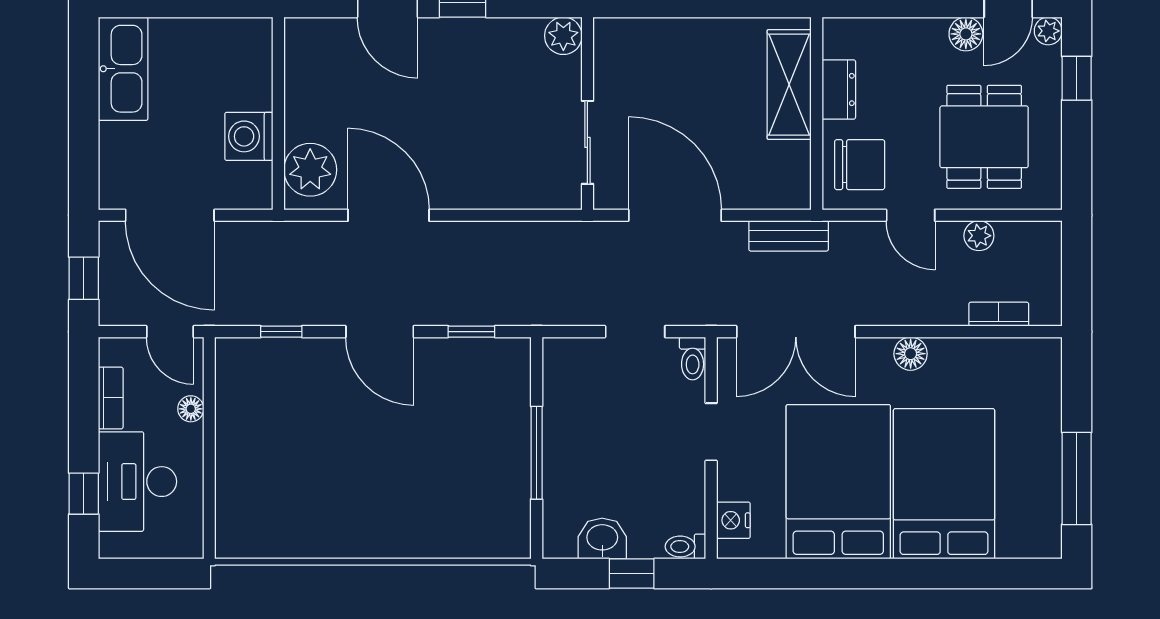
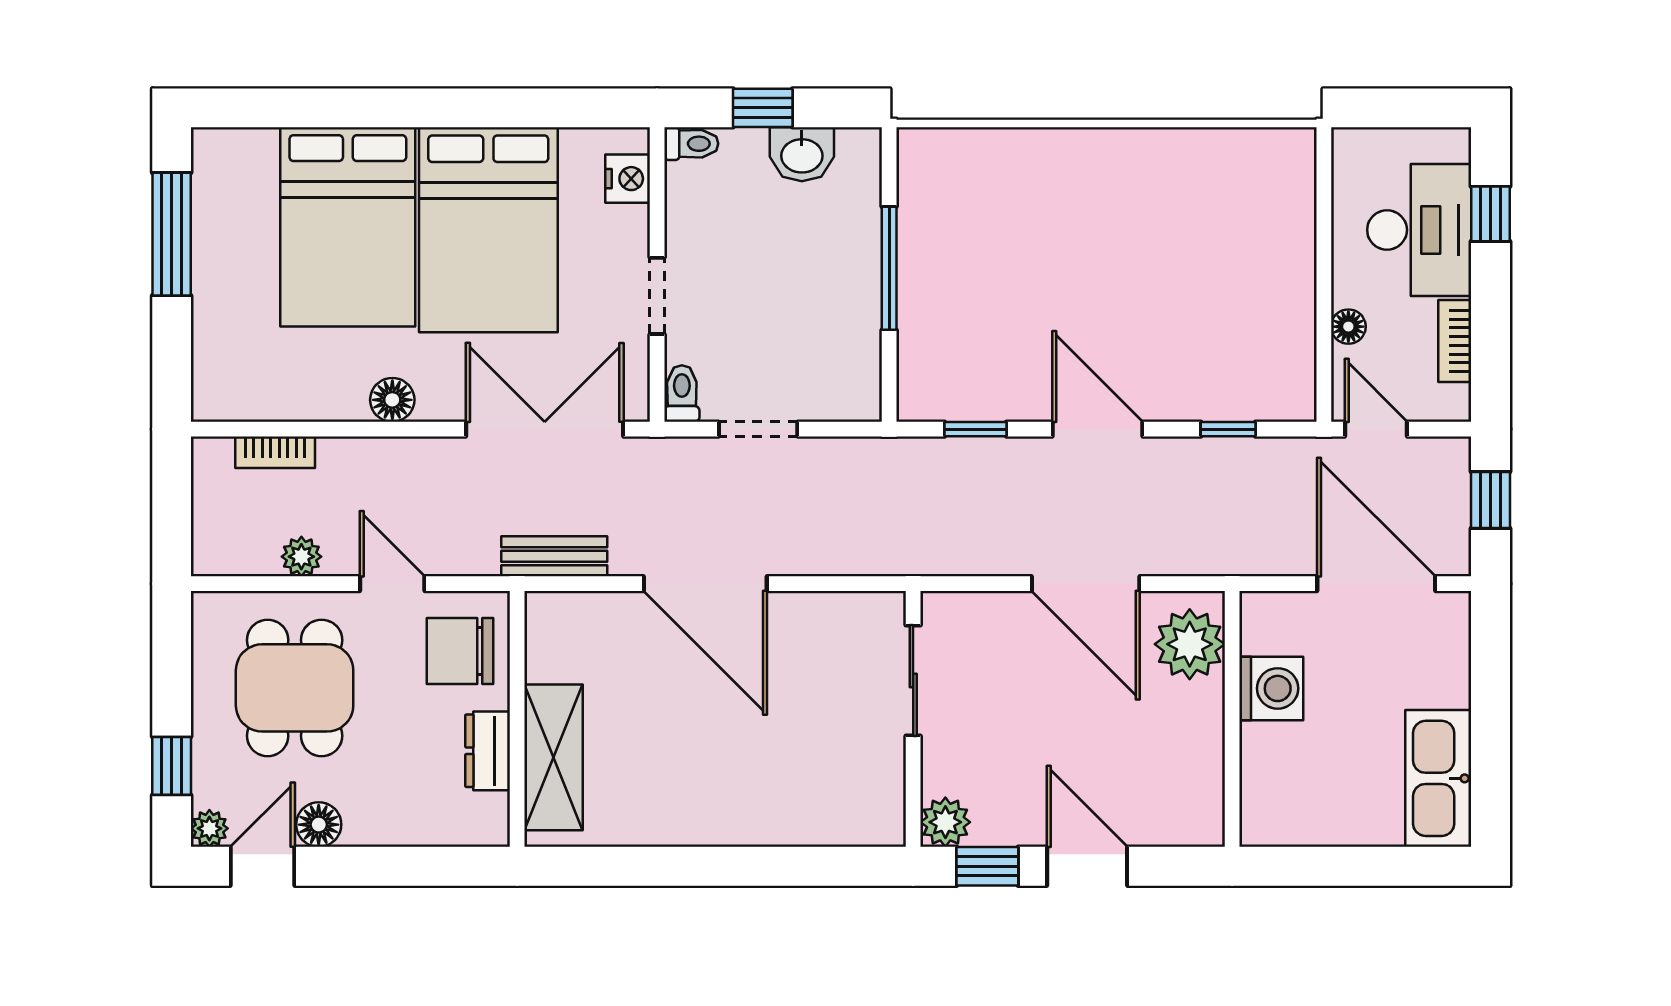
plant: (563, 36) -> (945, 822), moved
wall: (587, 113) -> (913, 719), moved
sliding door: (587, 142) -> (913, 681), moved

